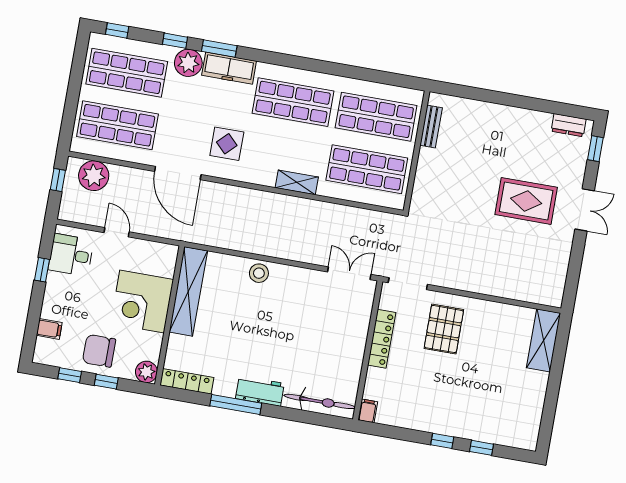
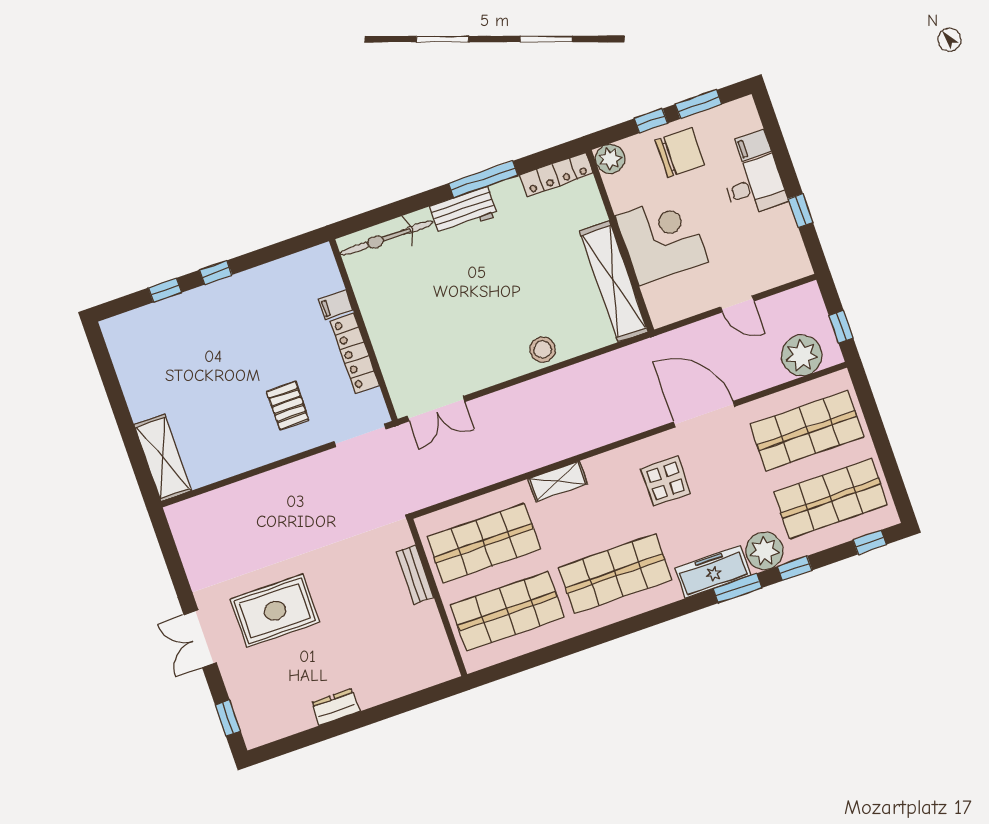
dresser: (569, 125) -> (336, 707), moved
bench: (431, 126) -> (415, 575), moved
desk: (71, 255) -> (755, 186), moved
pallet: (444, 329) -> (288, 405), width x0.67, depth x0.71
window: (70, 375) -> (698, 104), width x1.50
filing cabinet: (368, 411) -> (336, 305), moved, turned 90

